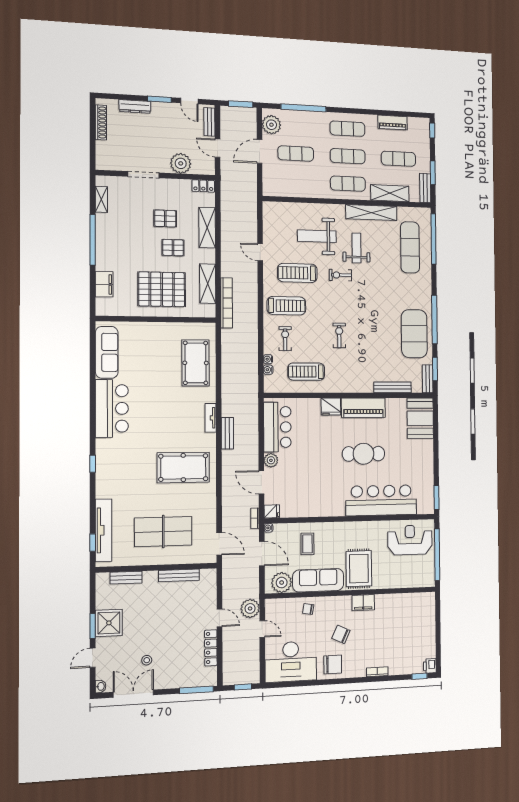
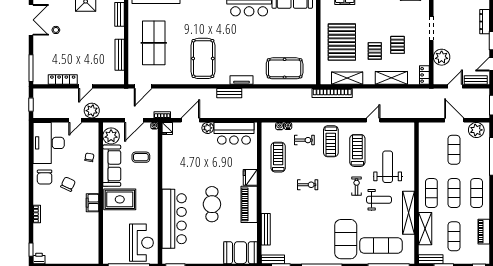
exercise mat: (414, 334) -> (346, 239), moved, turned 90

